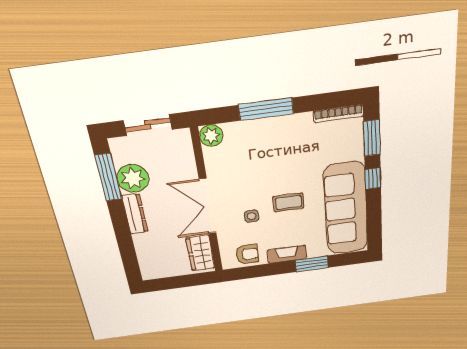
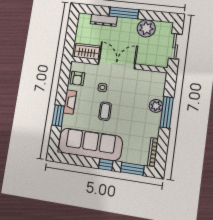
plant: (211, 135) -> (156, 106), moved
window: (108, 177) -> (124, 13), moved
dresser: (135, 214) -> (104, 20), moved

